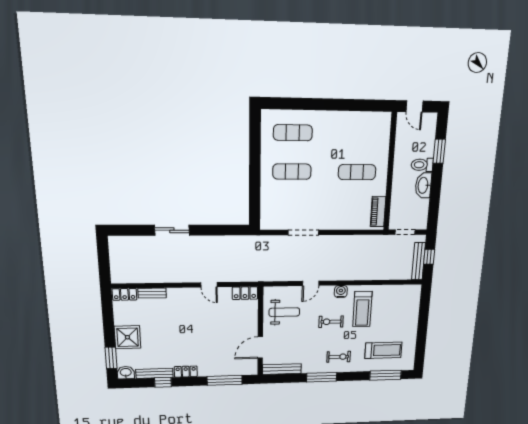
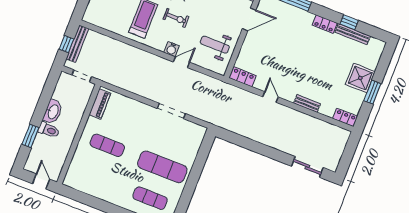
exercise mat: (292, 172) -> (162, 167), width x1.36, depth x1.45
sliding door: (172, 230) -> (307, 167), moved
water cooler: (341, 292) -> (172, 49), moved
bench: (152, 293) -> (307, 104), moved
window: (111, 358) -> (372, 92), moved
washbasin: (126, 373) -> (377, 46), removed

